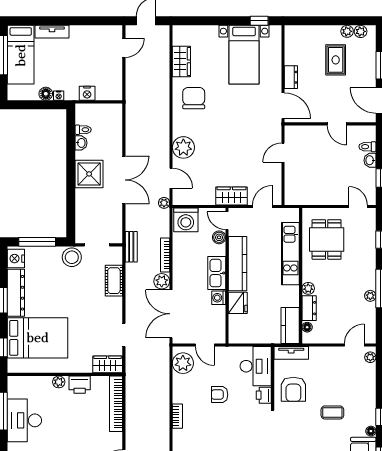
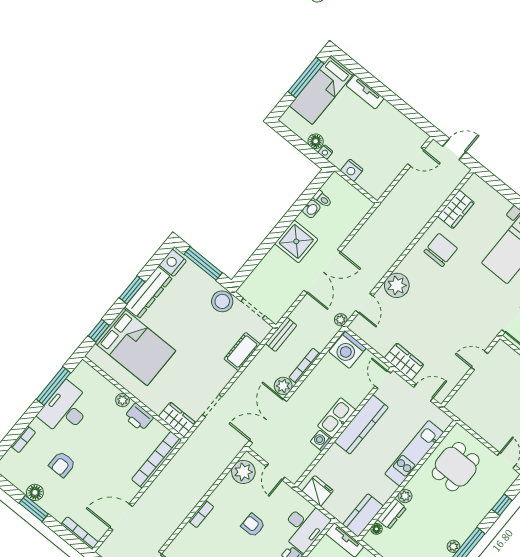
boiler: (219, 237) -> (364, 389), removed
fridge: (238, 303) -> (318, 491), moved, turned -90

